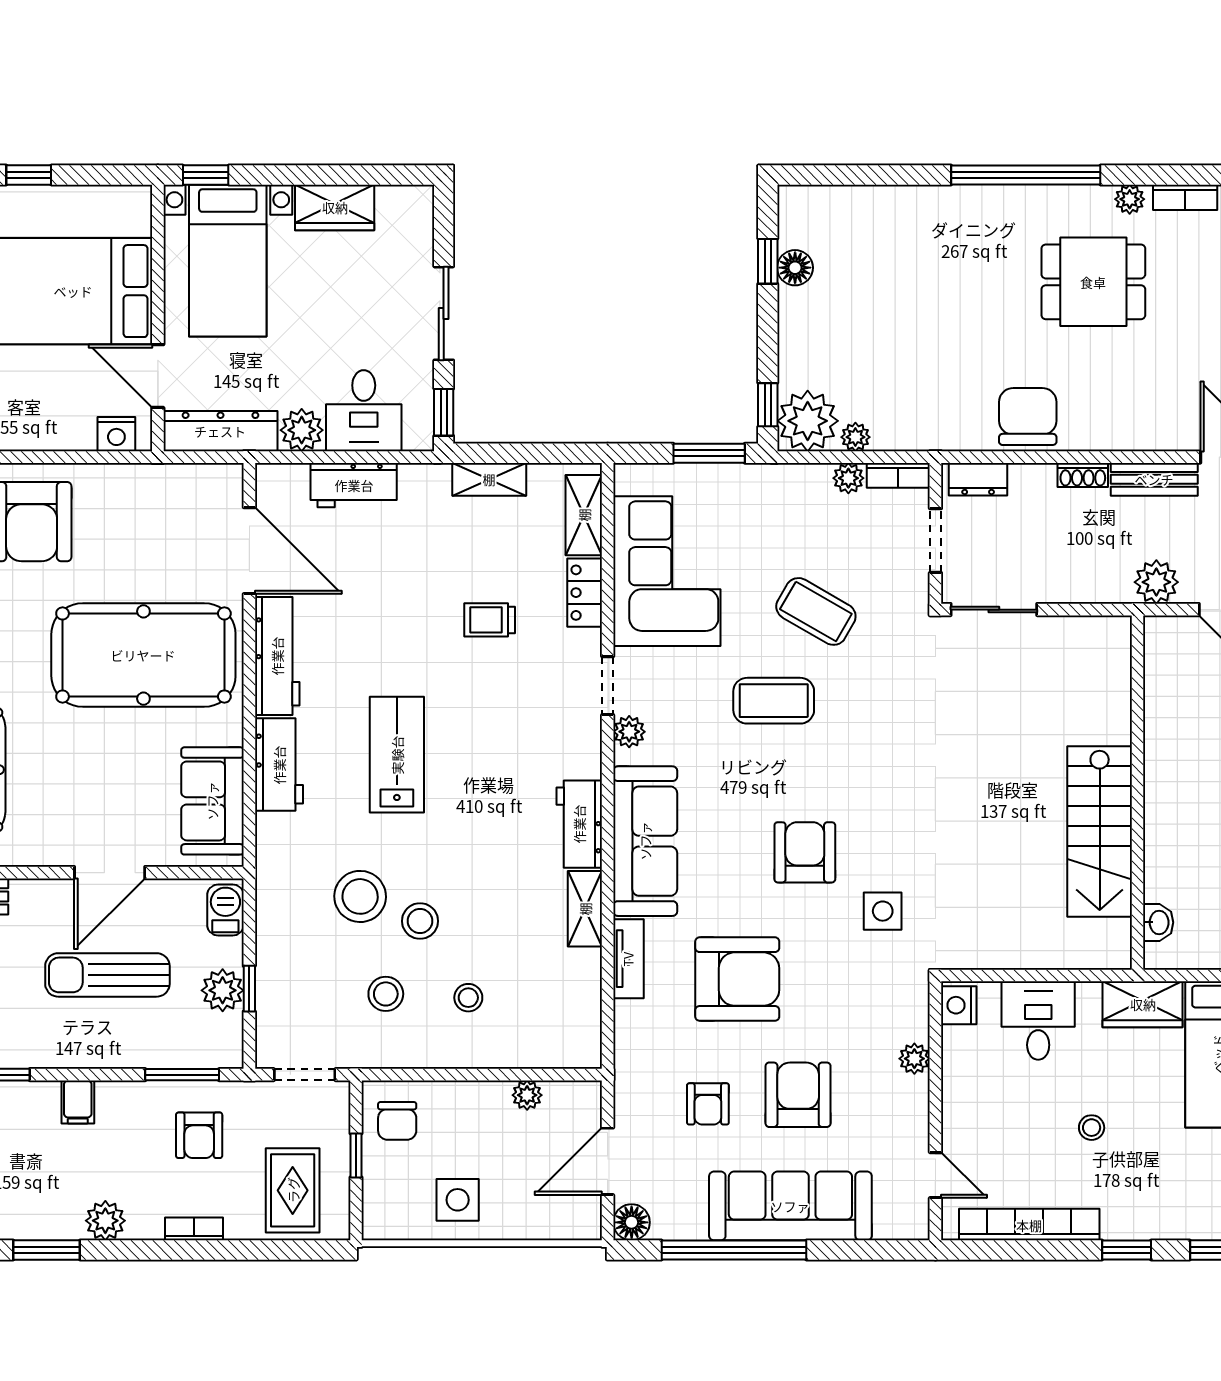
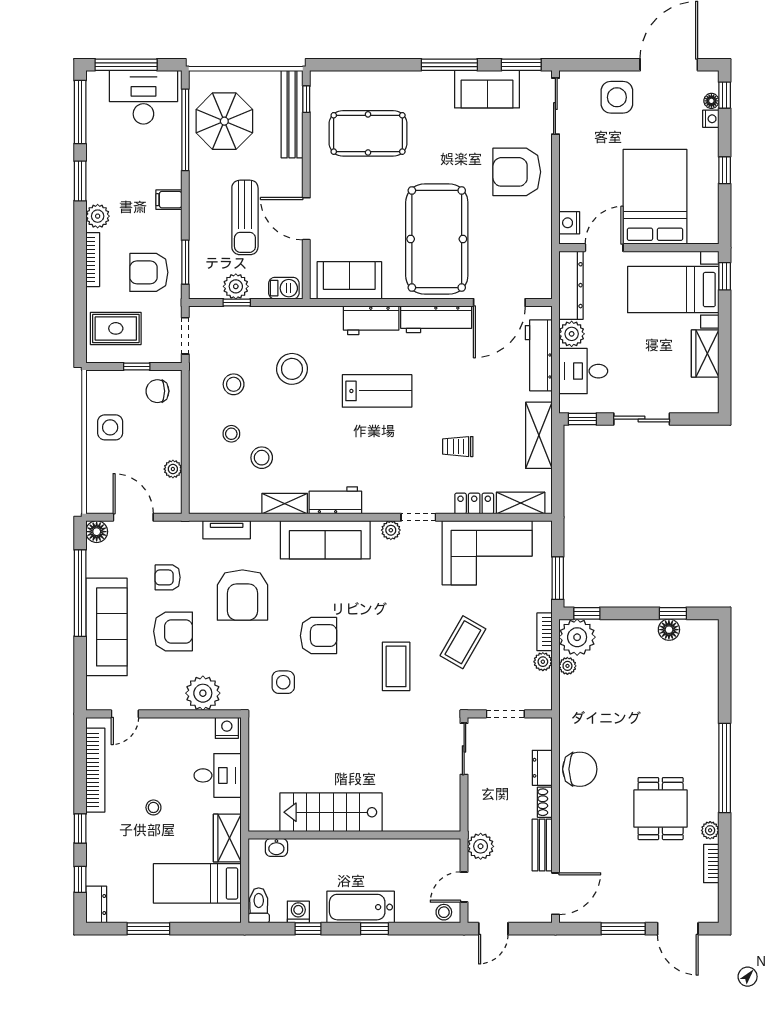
bookcase: (898, 475) -> (544, 632), moved
shelving: (489, 479) -> (539, 435), width x1.50, depth x1.33
dresser: (978, 479) -> (542, 768), moved
workbench: (354, 485) -> (539, 355), width x1.38
trolley: (490, 620) -> (458, 447), turned -90
coffee table: (774, 701) -> (396, 666), moved
stool: (420, 921) -> (262, 458), moved
tv unit: (628, 959) -> (227, 530), moved
sun lounger: (107, 975) -> (245, 217), turned 180
plant: (914, 1059) -> (203, 693), width x1.88, depth x1.88
armchair: (199, 1135) -> (149, 272), width x1.38, depth x1.38
bookcase: (194, 1229) -> (93, 260), width x1.56

